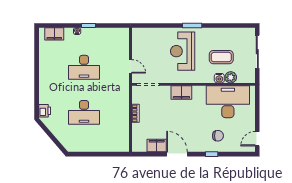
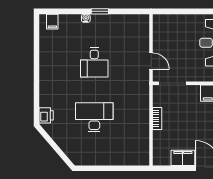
filing cabinet: (54, 34) -> (52, 22), width x0.50
desk: (84, 67) -> (94, 62), width x0.73
desk: (84, 112) -> (94, 117), turned 180

